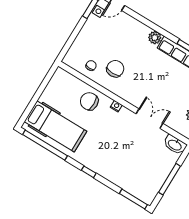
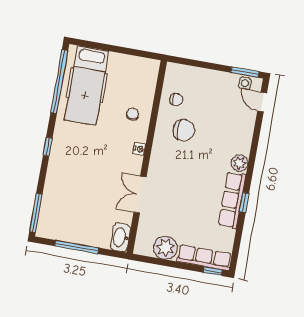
chair: (89, 101) -> (133, 114), width x0.54, depth x0.54
double door: (150, 119) -> (140, 195), swing flipped

